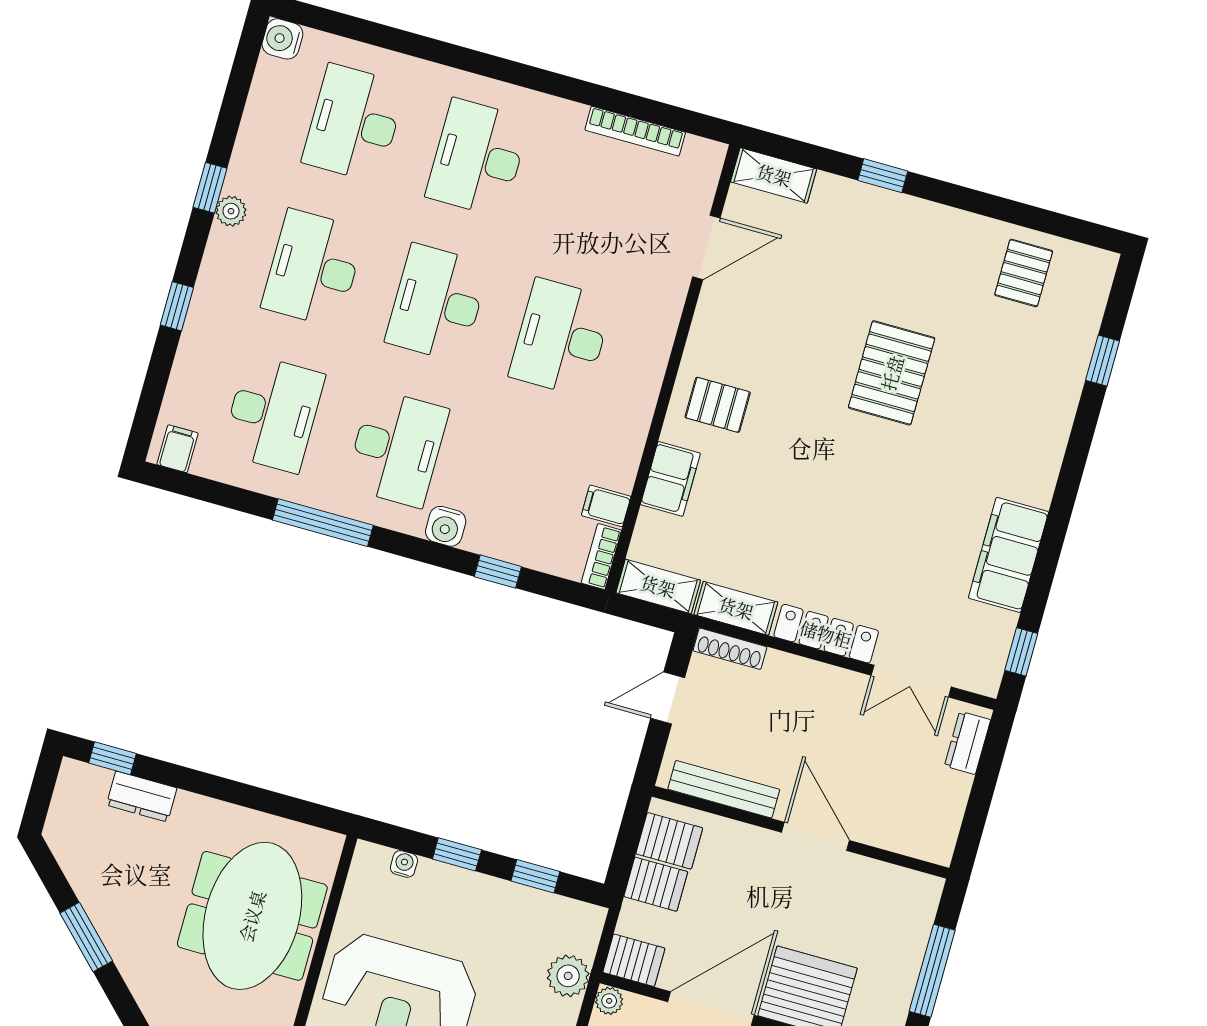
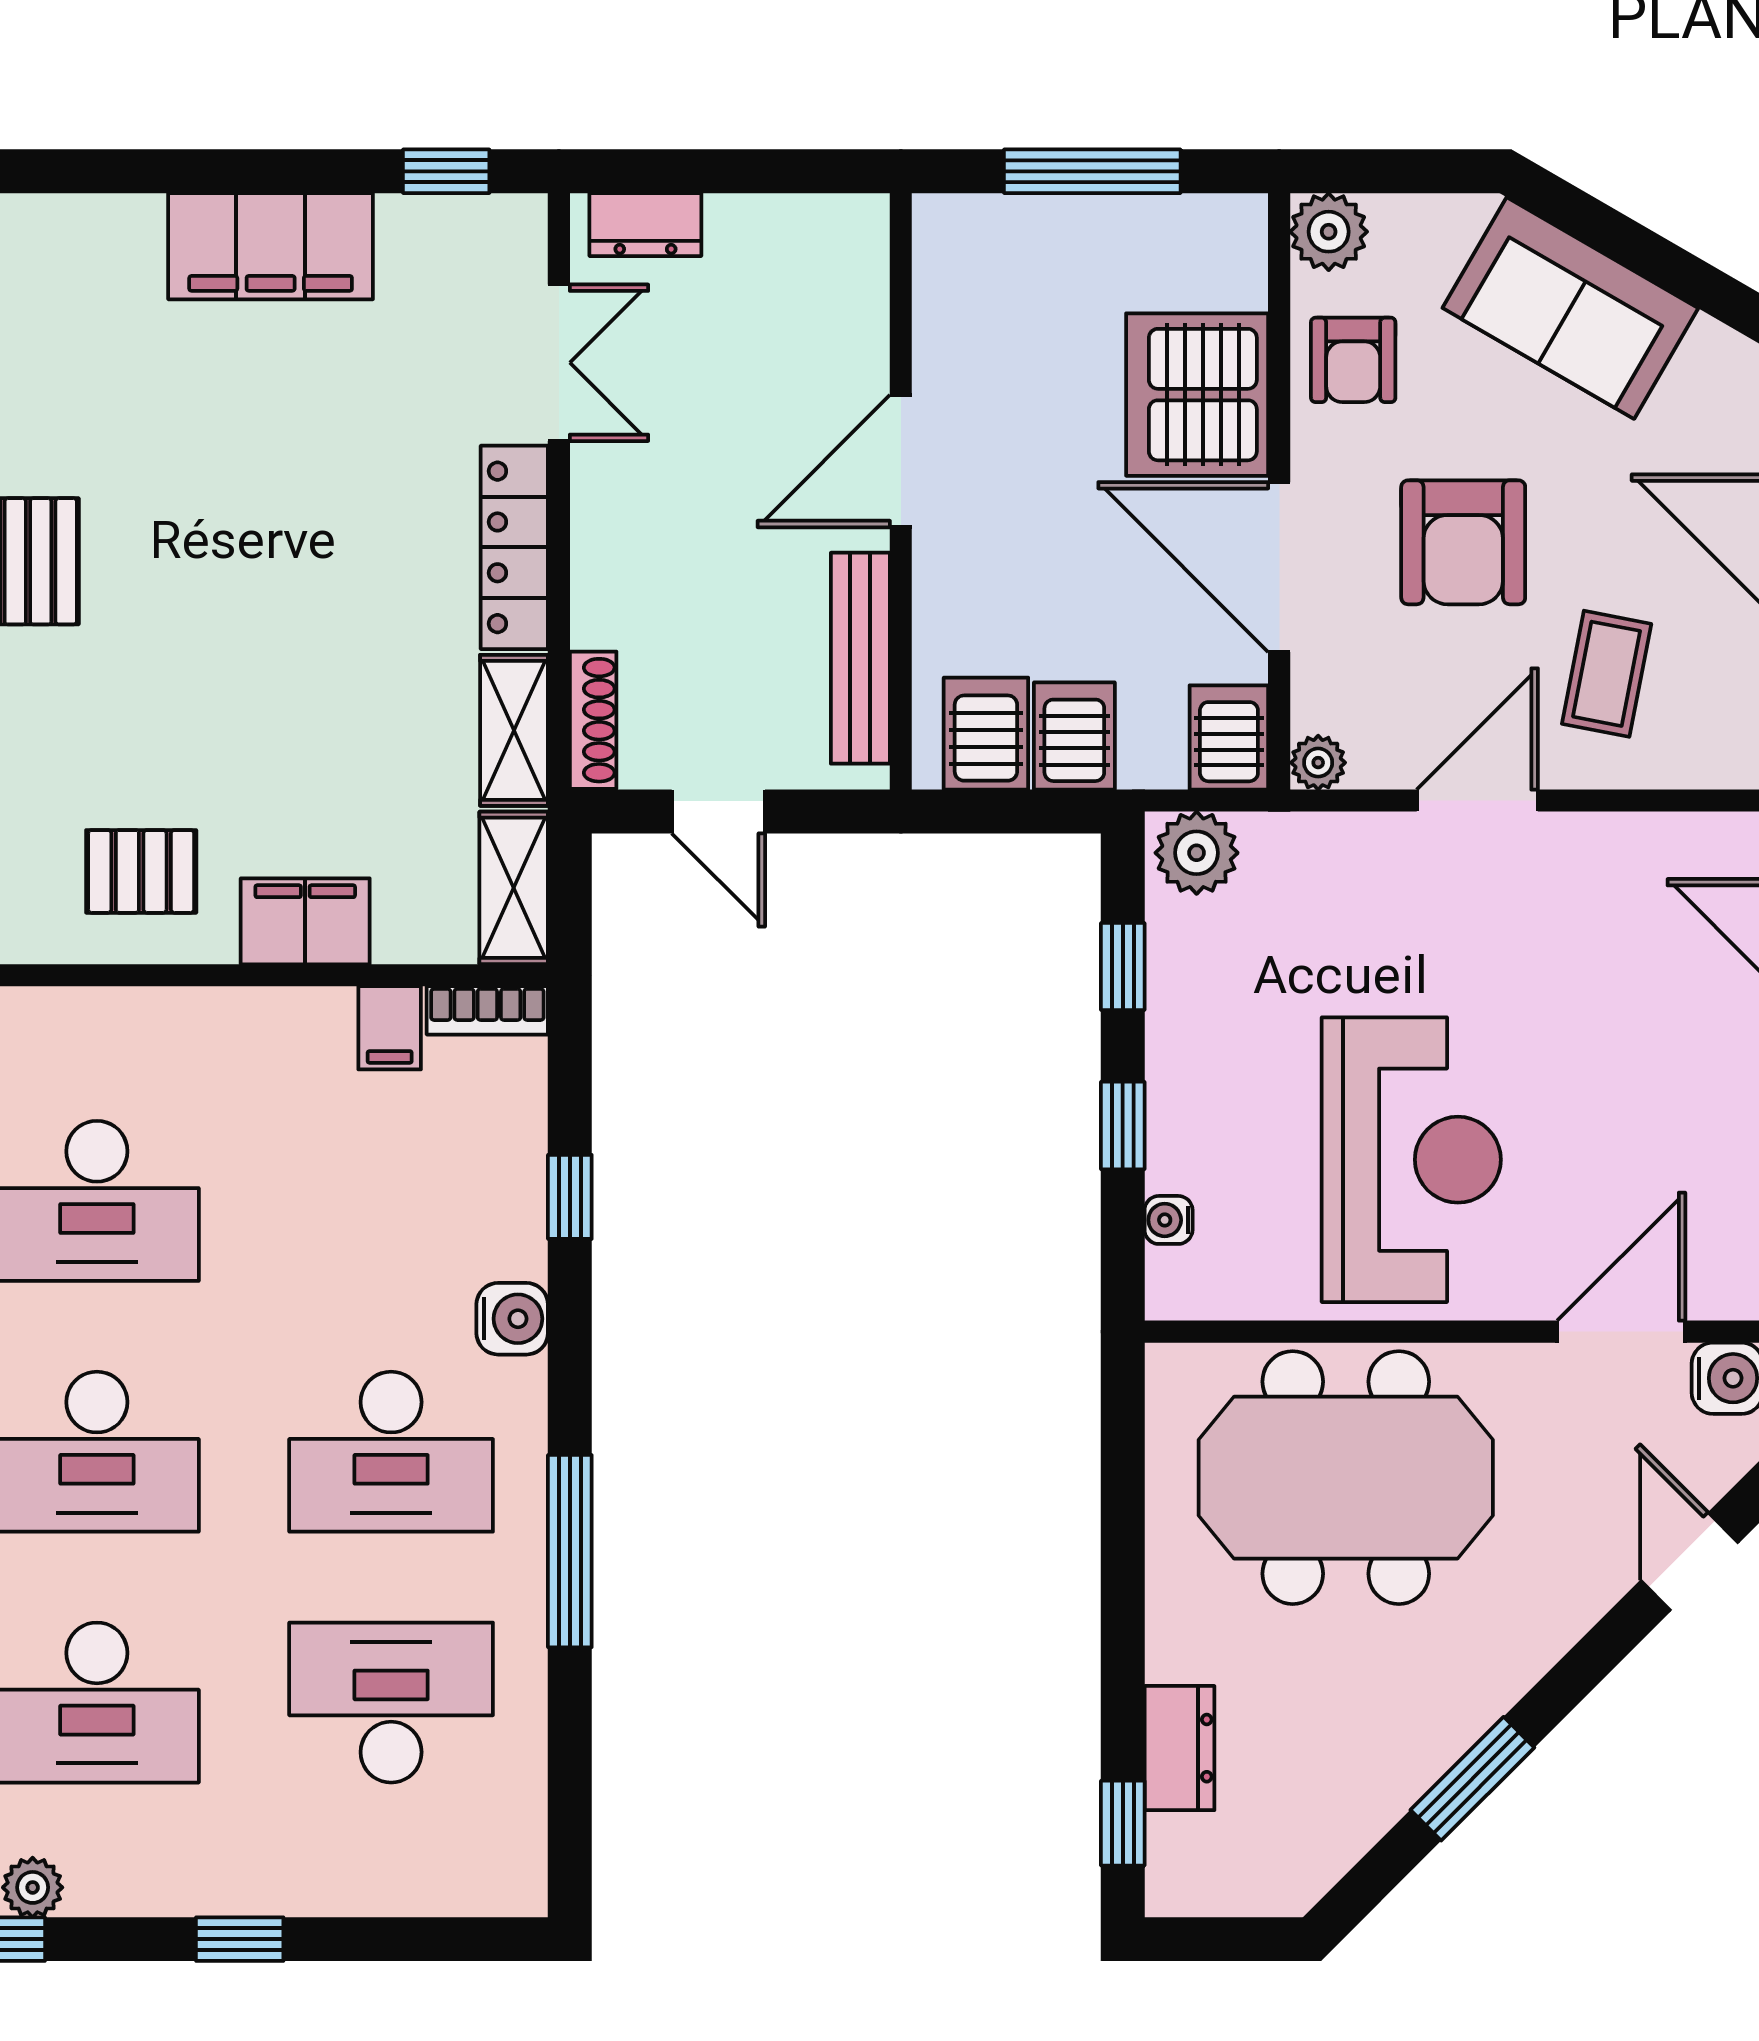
pallet: (718, 405) -> (141, 871), turned 90
desk: (397, 448) -> (391, 1452), turned 180
filing cabinet: (178, 449) -> (507, 1863), removed
plant: (568, 976) -> (1197, 853), moved

